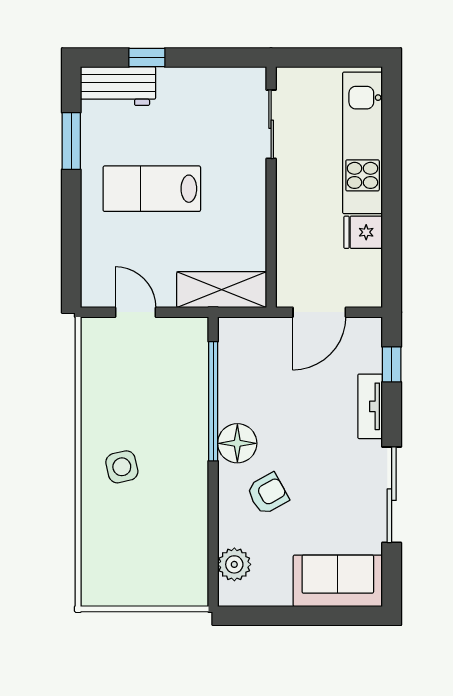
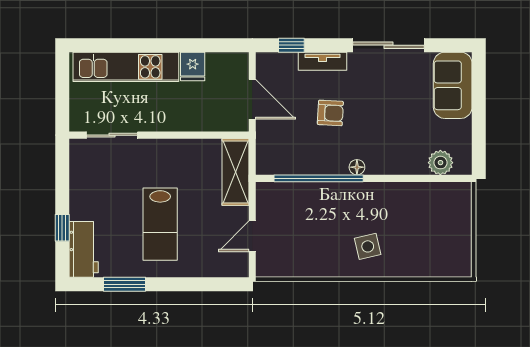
floor lamp: (237, 443) -> (357, 167), width x0.53, depth x0.53
armchair: (268, 494) -> (330, 113), moved, turned 122

